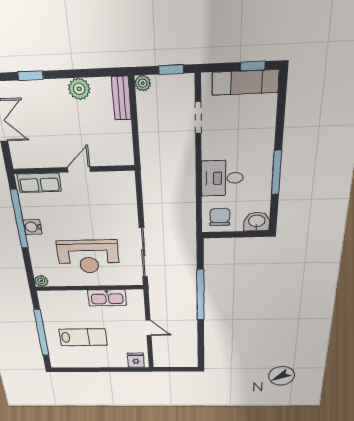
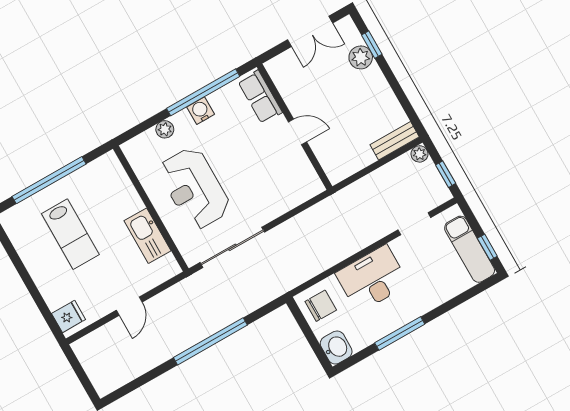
plant: (79, 89) -> (361, 57), moved
desk: (222, 178) -> (372, 279), width x1.37
plant: (41, 281) -> (165, 129), moved

